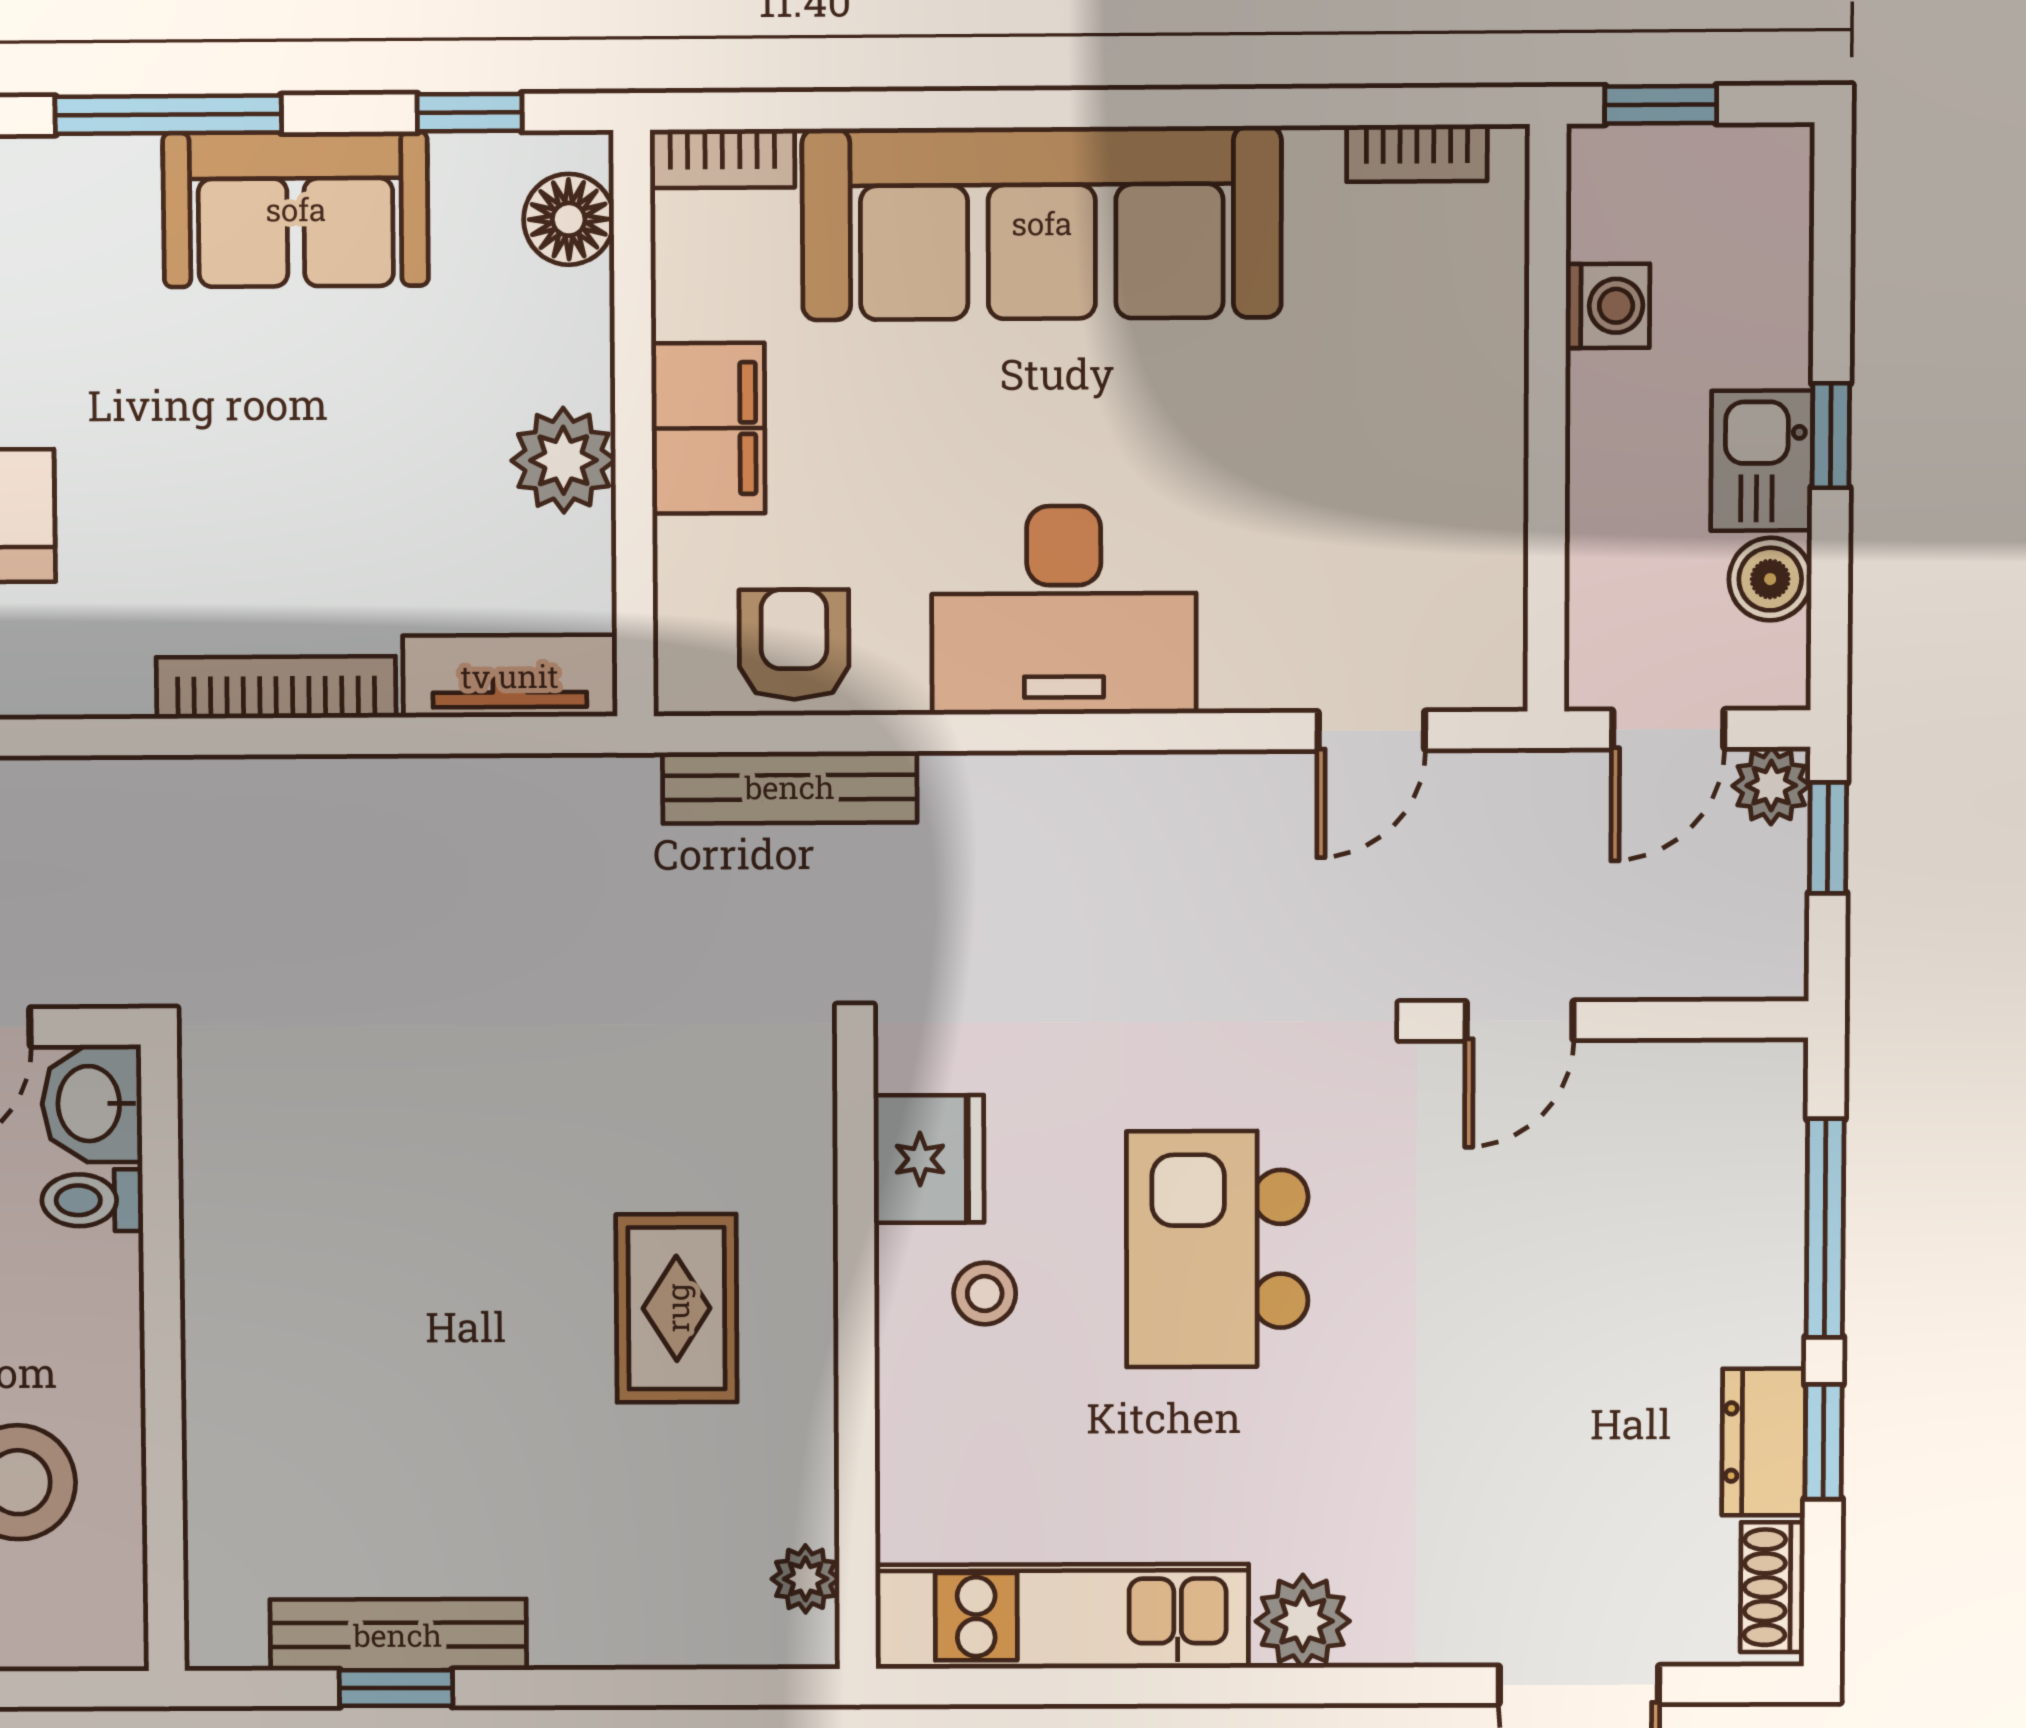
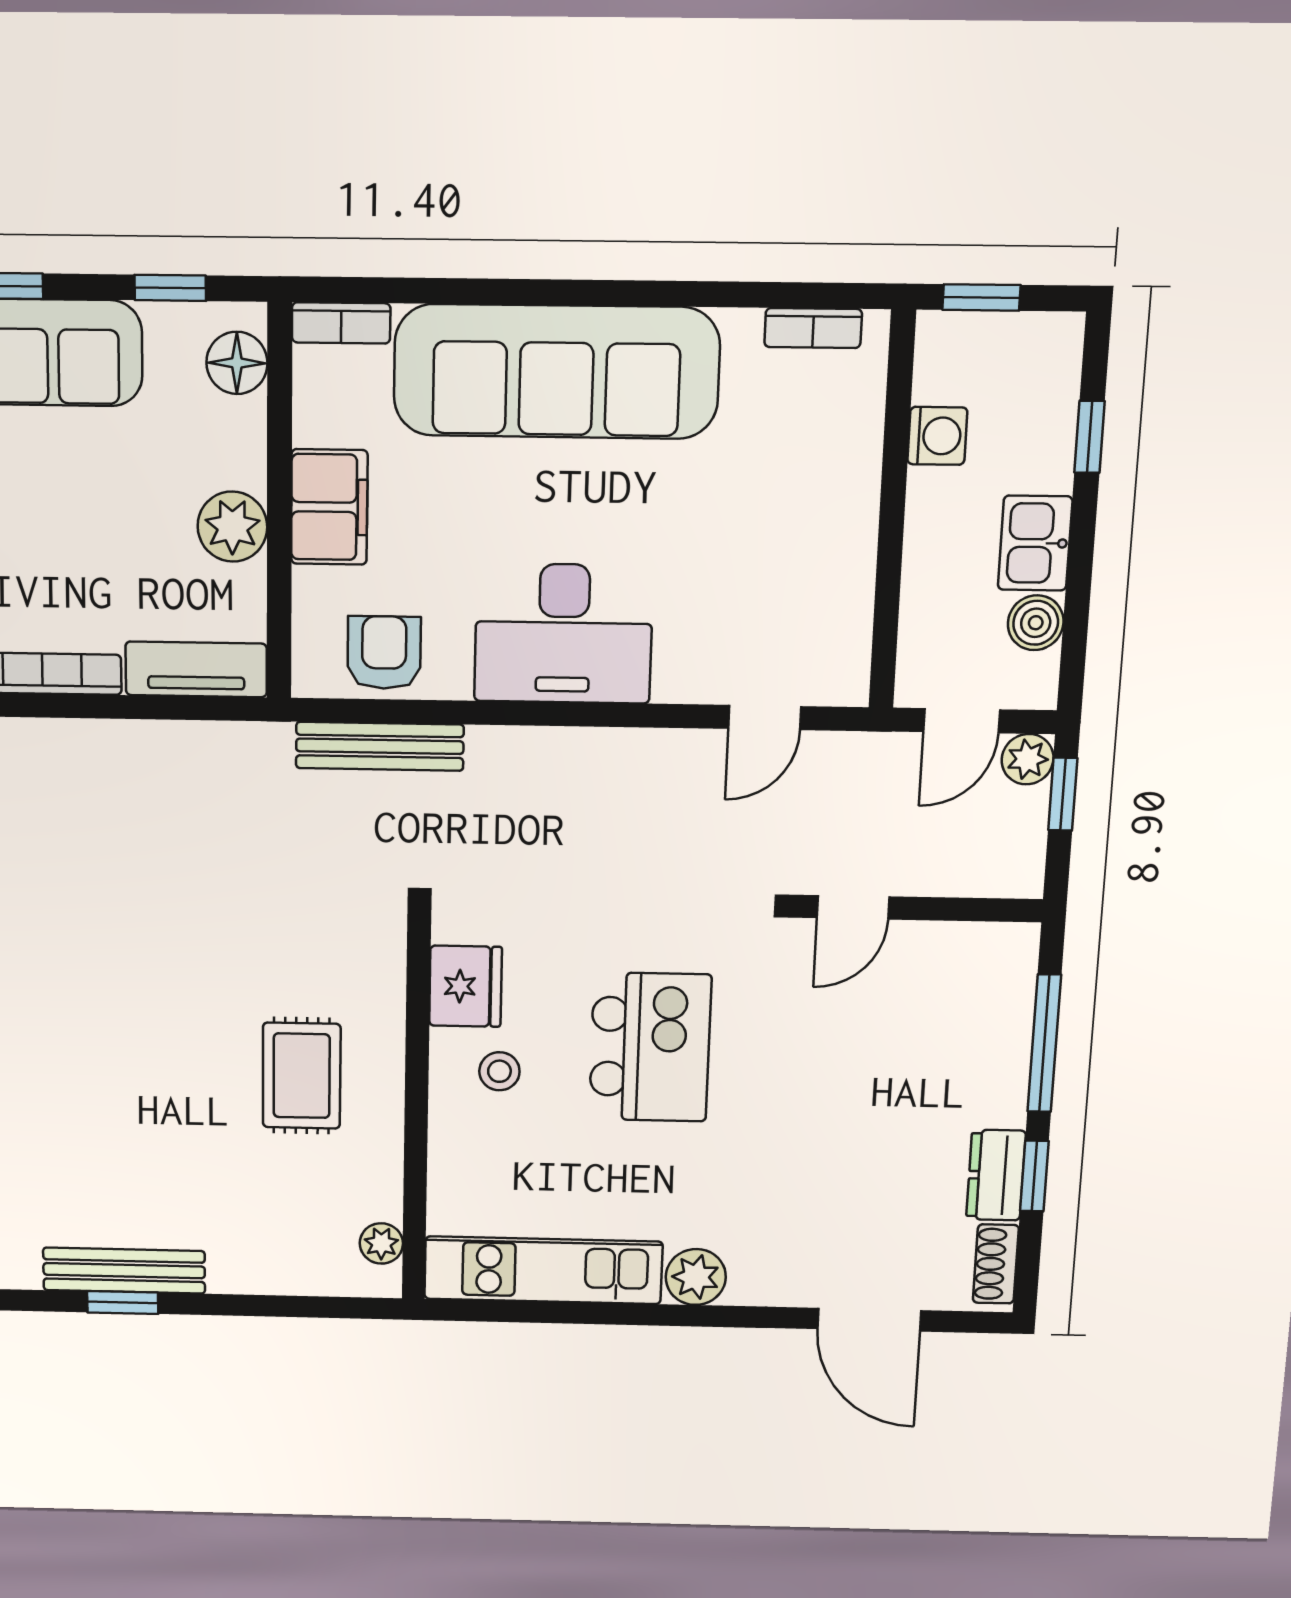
window: (1831, 436) -> (1090, 437), moved
kitchen island: (1217, 1249) -> (650, 1047), turned 180

